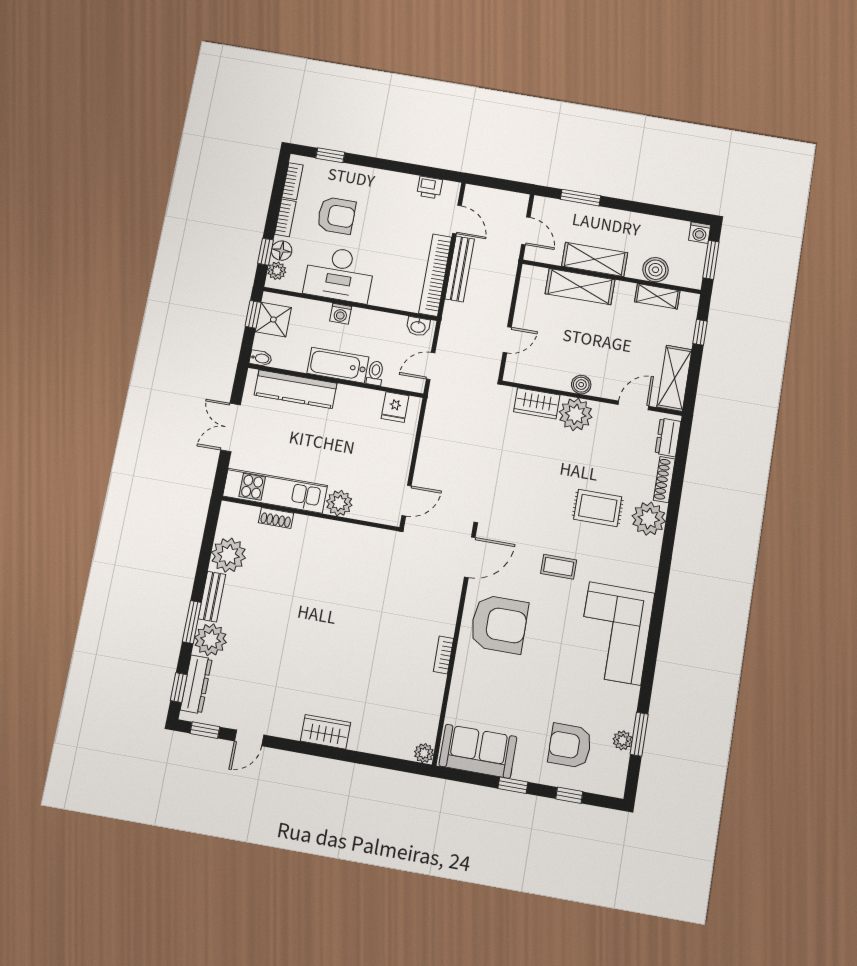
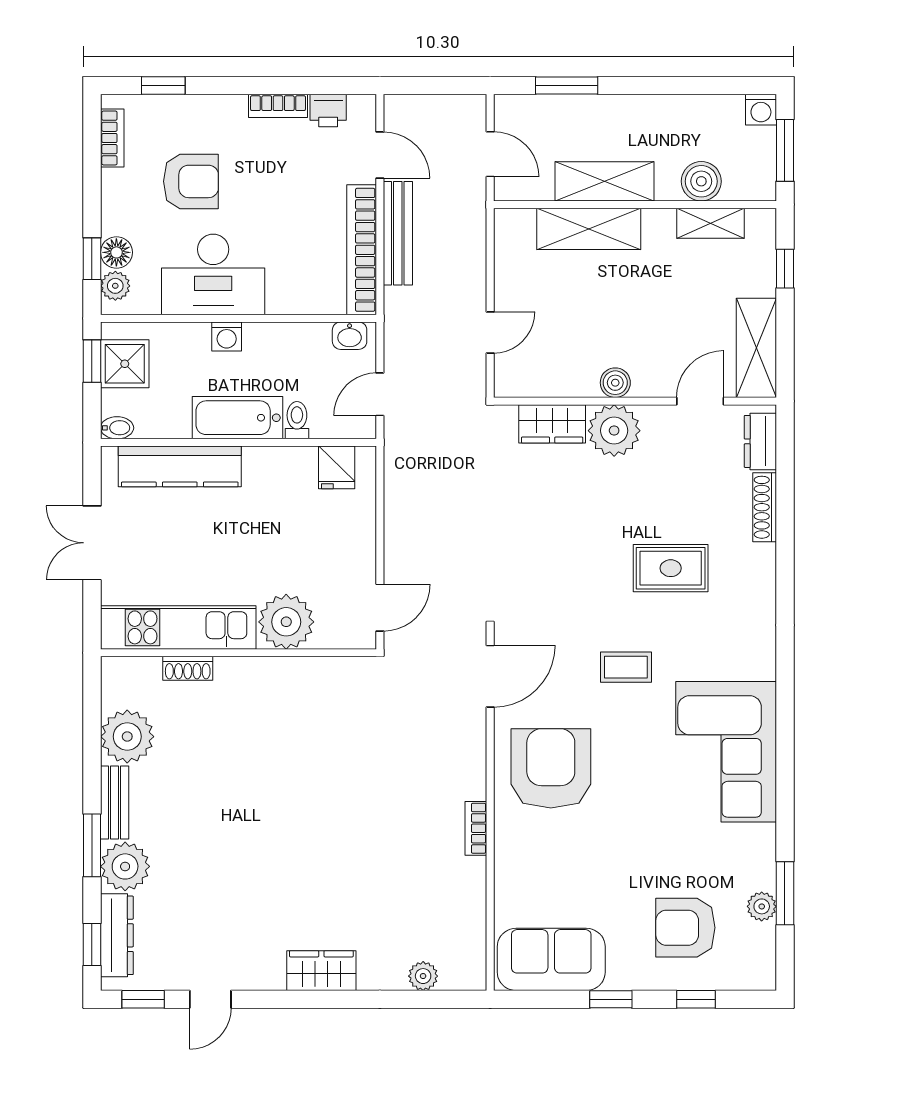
bookcase: (285, 218) -> (278, 106), moved, turned 90
plant: (339, 503) -> (286, 622), width x1.36, depth x1.36
plant: (649, 519) -> (750, 571), removed
armchair: (499, 624) -> (551, 768), turned -90
plant: (424, 753) -> (423, 976), moved

